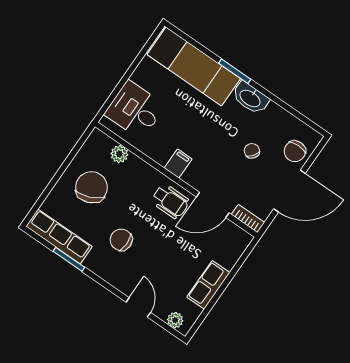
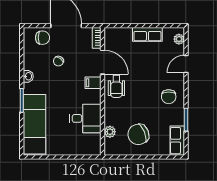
washbasin: (250, 98) -> (28, 76), width x0.52, depth x0.69
desk: (135, 110) -> (85, 118), moved, turned -90
filing cabinet: (178, 163) -> (93, 83), moved
wheelchair: (170, 201) -> (116, 86), turned 180
row of seats: (59, 236) -> (177, 141), width x0.68
chair: (121, 240) -> (169, 97), moved

